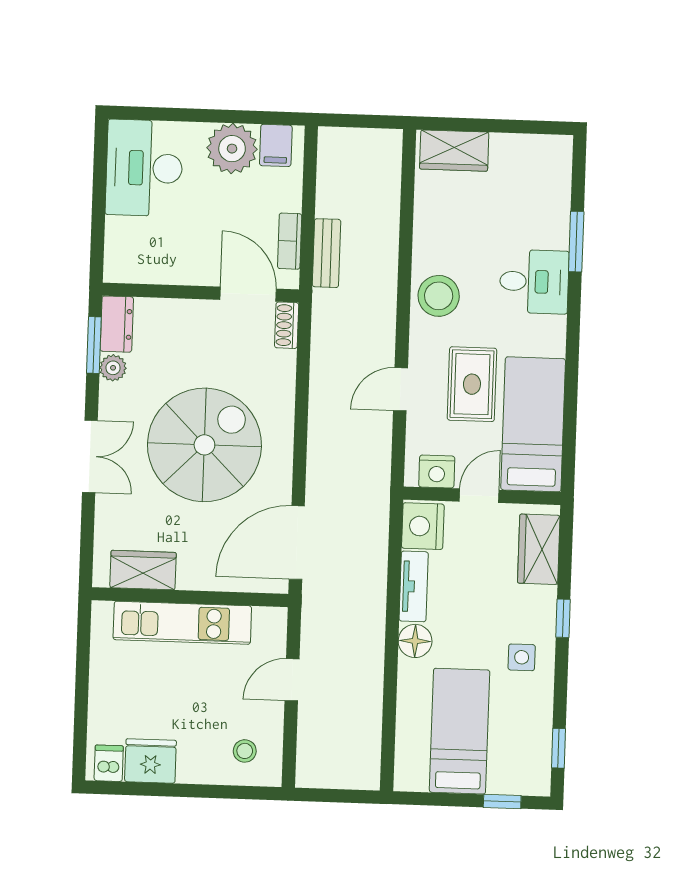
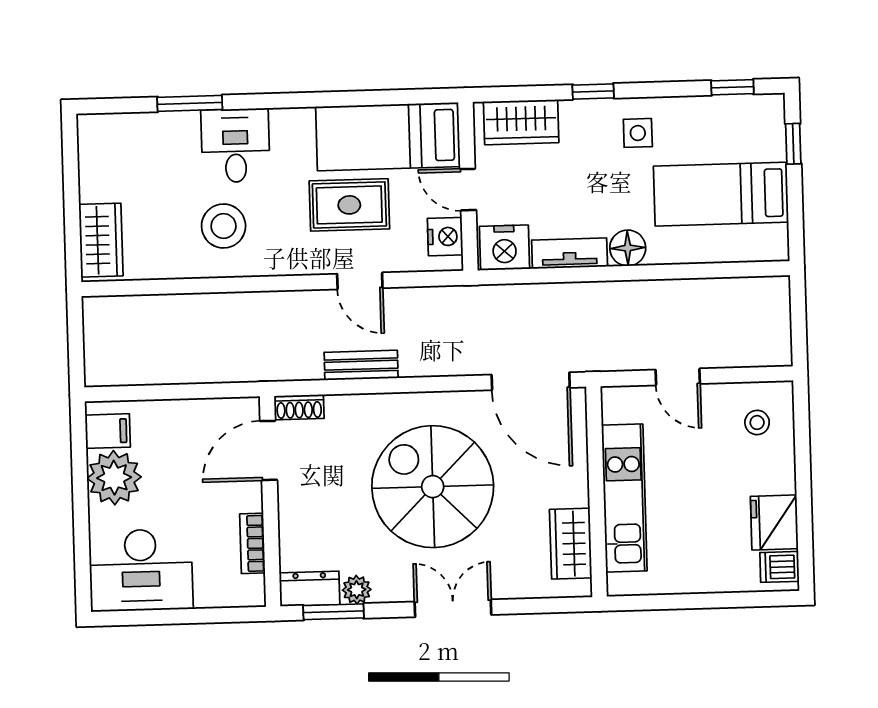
bookcase: (290, 241) -> (252, 543), moved, turned 90
bench: (327, 253) -> (361, 365), moved
stool: (439, 296) -> (224, 226), moved

